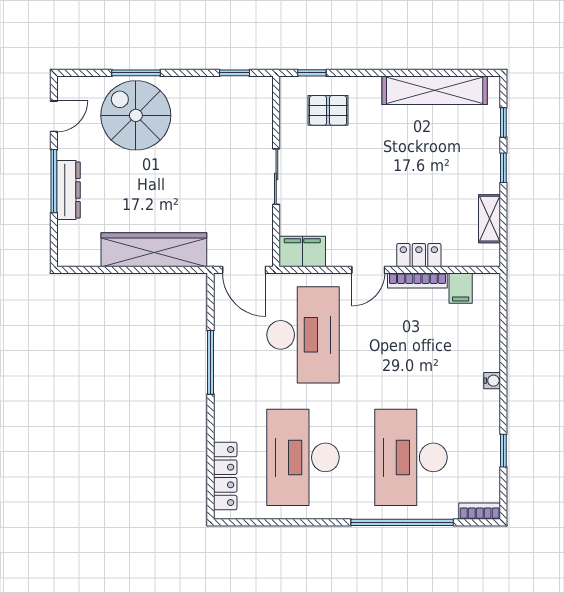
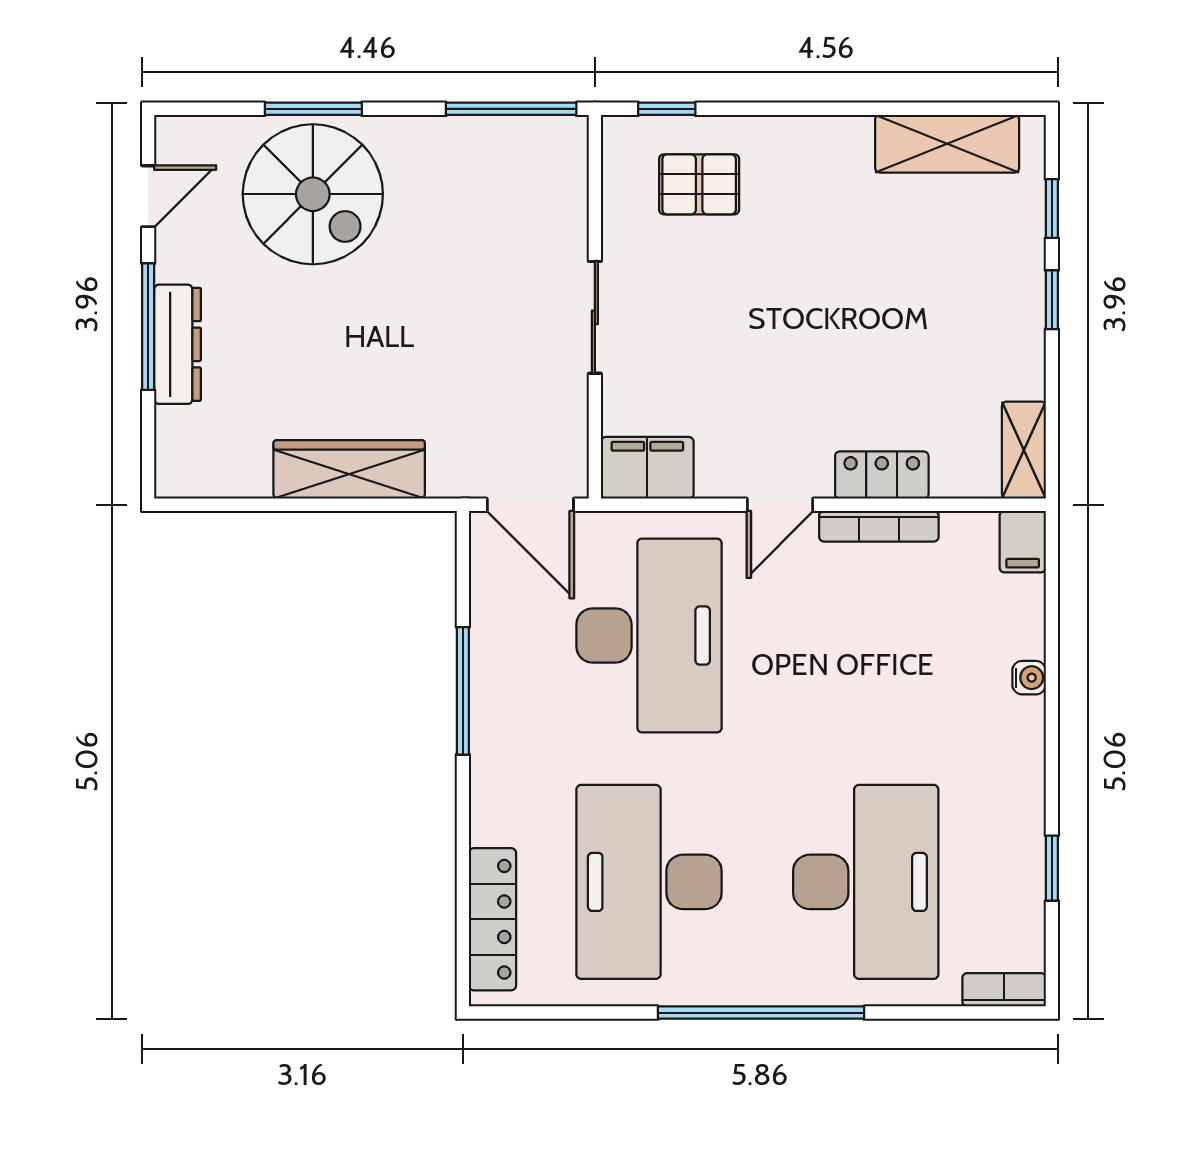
window: (235, 73) -> (511, 109), width x2.17
shelving: (435, 90) -> (947, 144), width x0.68
spiral stairs: (136, 115) -> (313, 194), turned 180
shelving: (490, 219) -> (1024, 450), moved
wardrobe: (154, 250) -> (349, 469), width x0.71, depth x0.85
filing cabinet: (461, 288) -> (1023, 542), moved
water cooler: (492, 381) -> (1029, 678), moved
desk: (411, 457) -> (866, 882), turned 180
window: (402, 522) -> (761, 1013), moved

